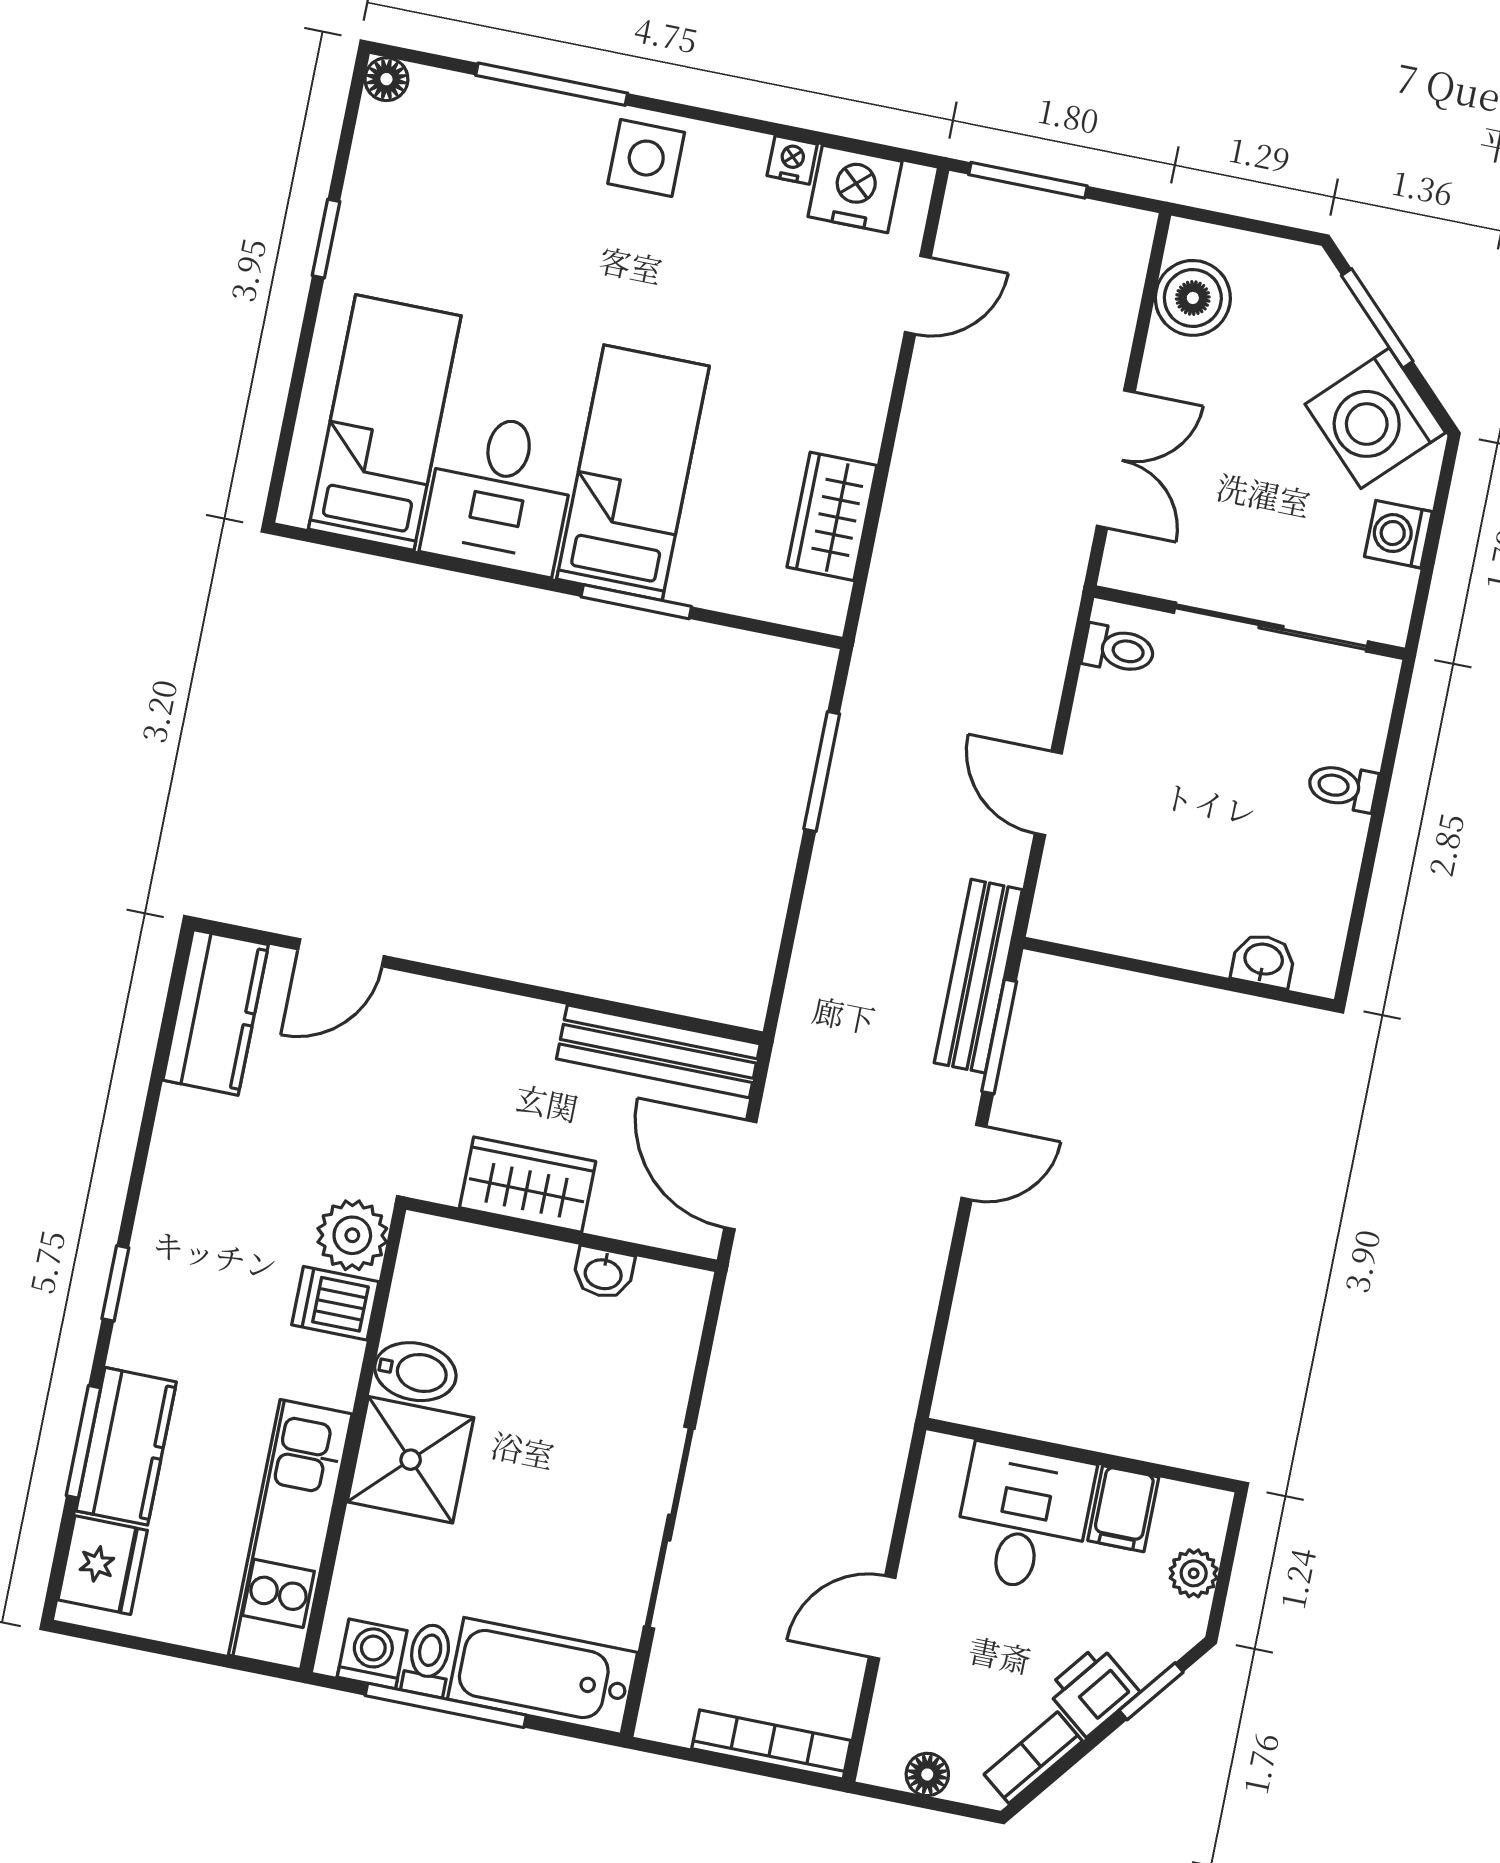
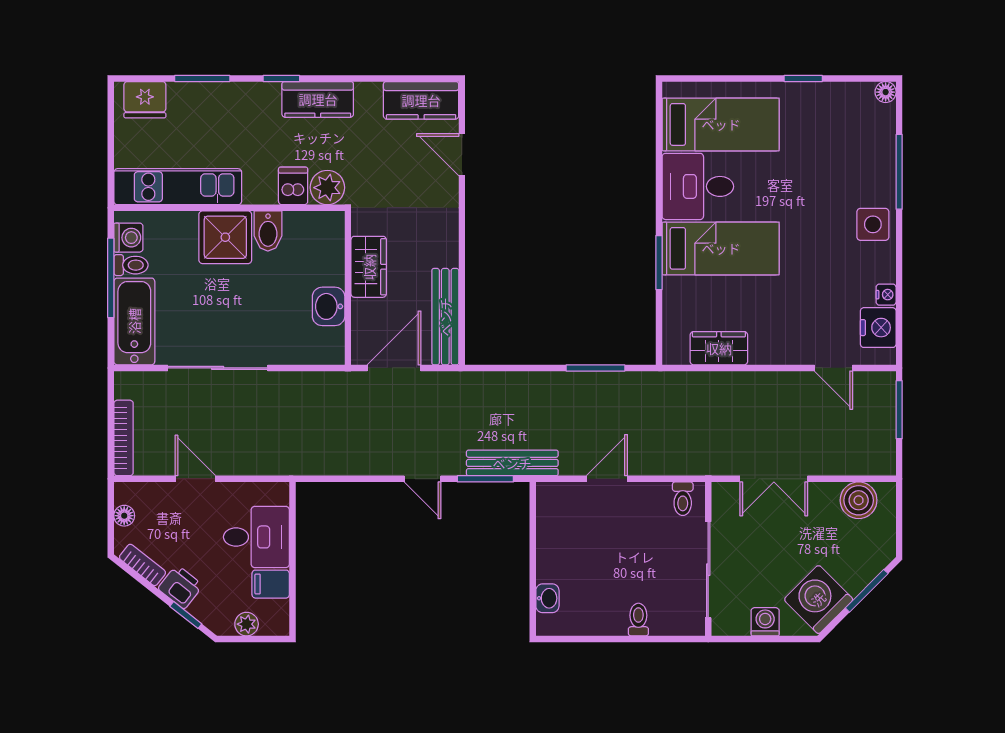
washbasin: (603, 1273) -> (329, 306), width x1.38, depth x1.45
kitchen counter: (126, 1446) -> (318, 99), moved

